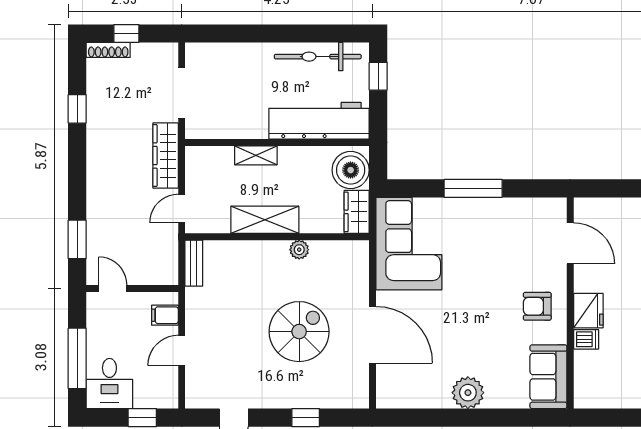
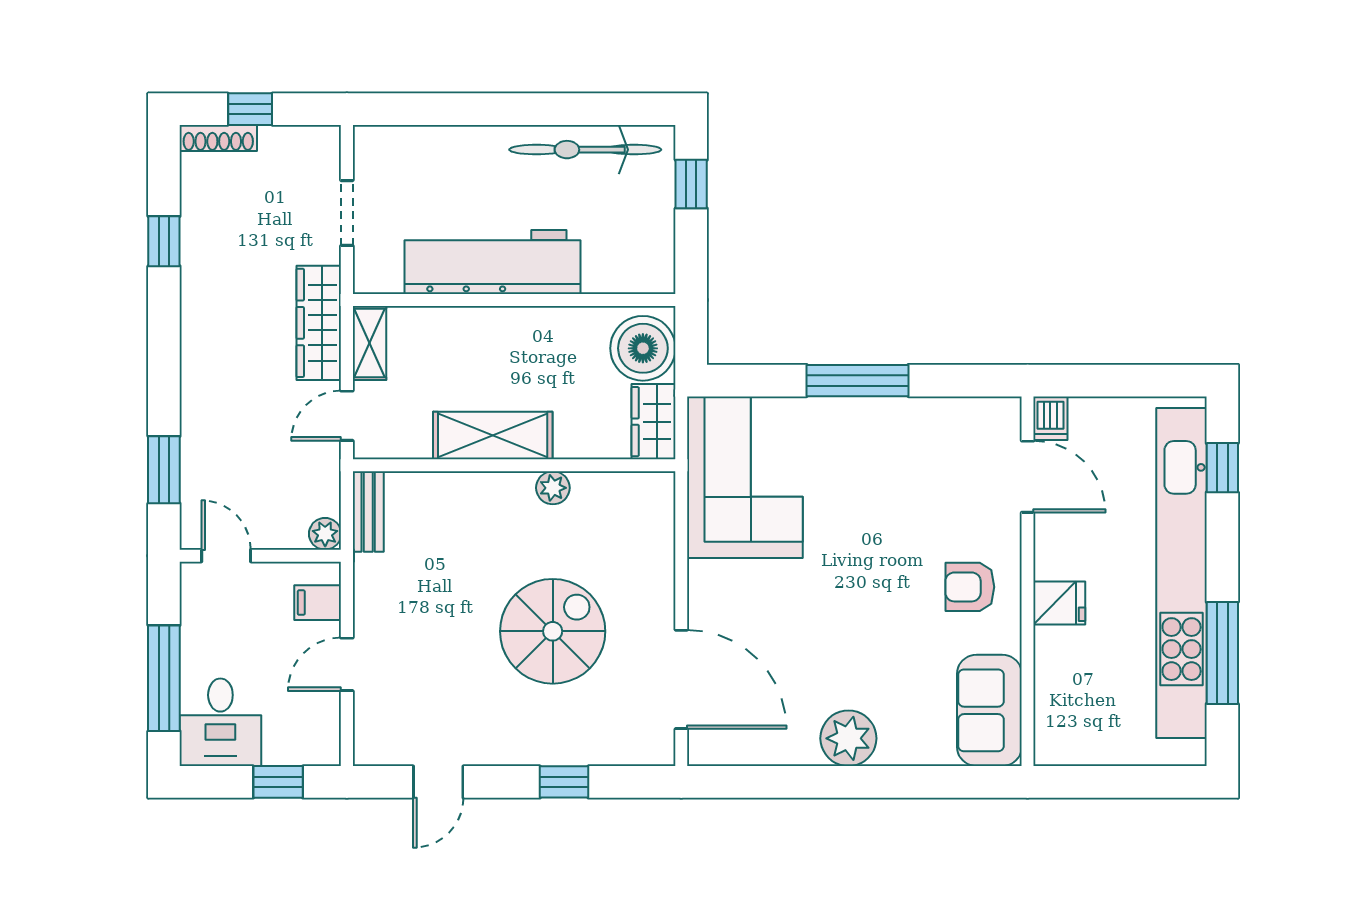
doorway: (182, 93) -> (347, 213), width x0.73
workbench: (319, 121) -> (493, 262), moved
shelving: (256, 155) -> (369, 343), moved, turned 90
plant: (169, 276) -> (325, 534), added
fridge: (588, 311) -> (1059, 603), width x0.72
door: (373, 335) -> (681, 679), moved
dishwasher: (586, 339) -> (1050, 418), moved, turned 90

